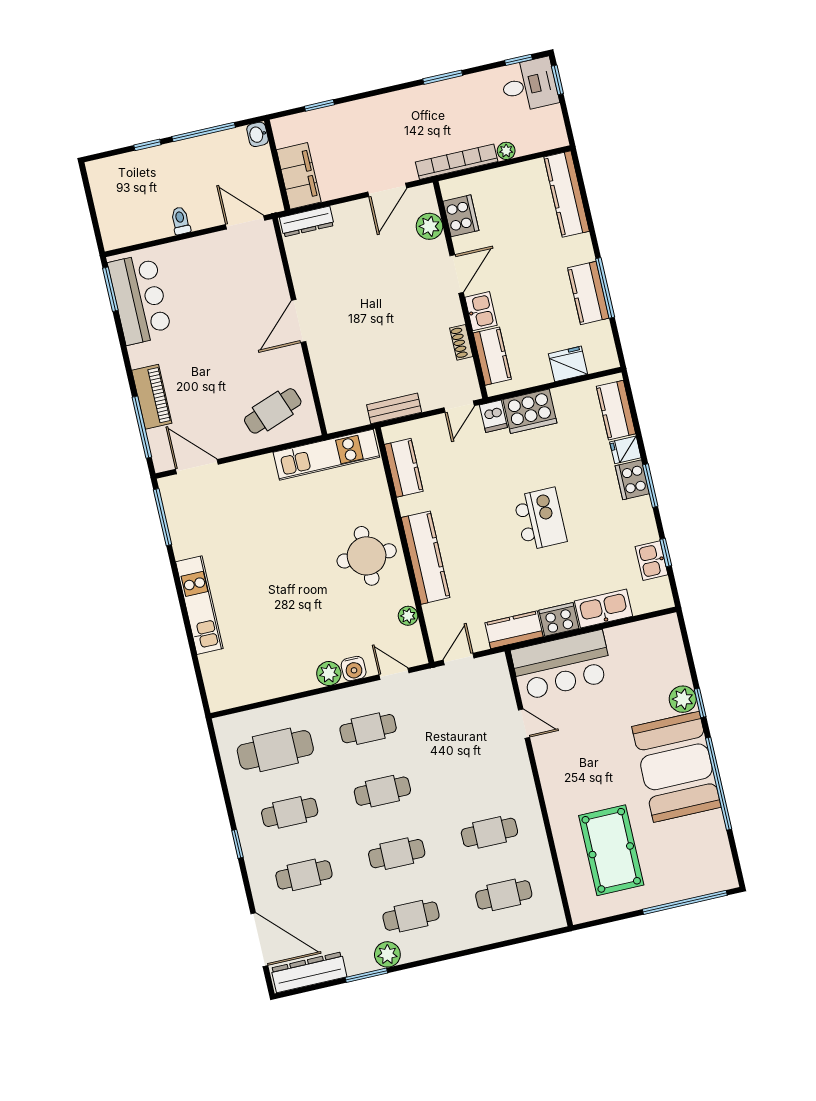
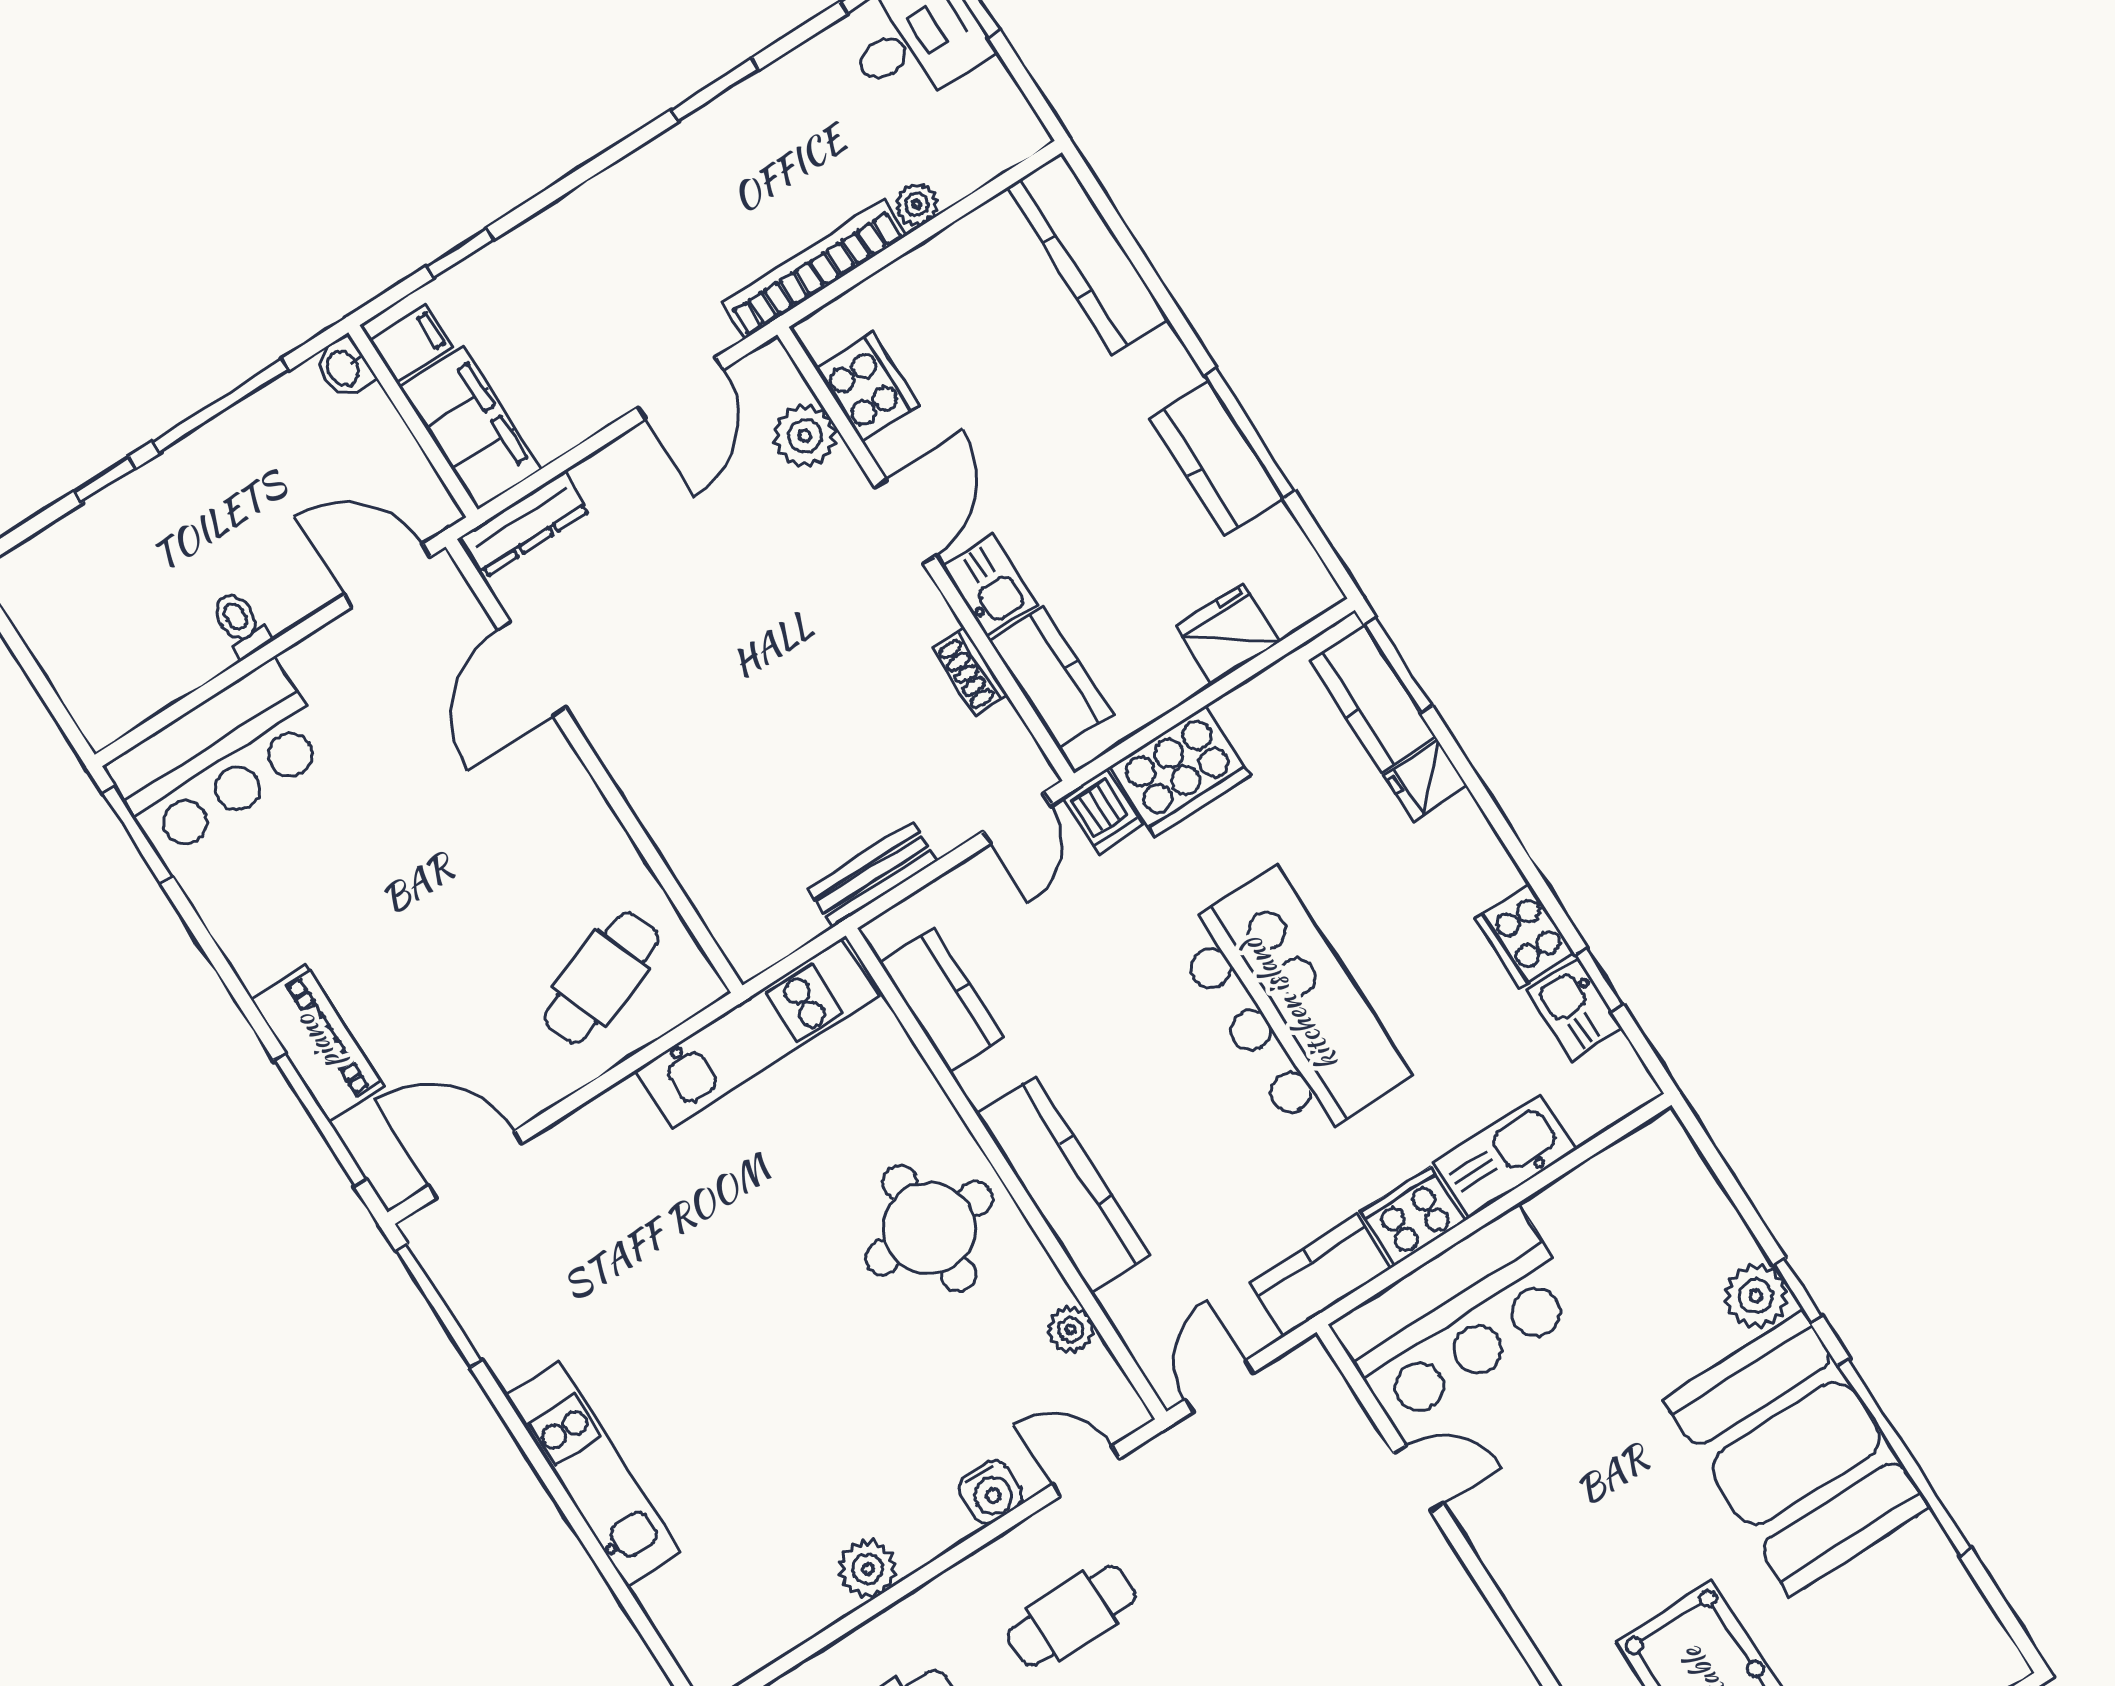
filing cabinet: (287, 134) -> (411, 344), added
bar counter: (140, 299) -> (219, 759), moved, turned 90
door: (299, 321) -> (532, 669), moved
cooker: (632, 480) -> (1525, 936), moved
window: (650, 486) -> (1398, 665), moved
kitchen island: (540, 519) -> (1290, 1005), width x1.87, depth x1.28
plant: (329, 674) -> (868, 1569), moved

